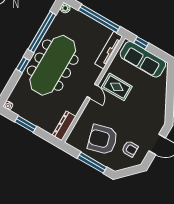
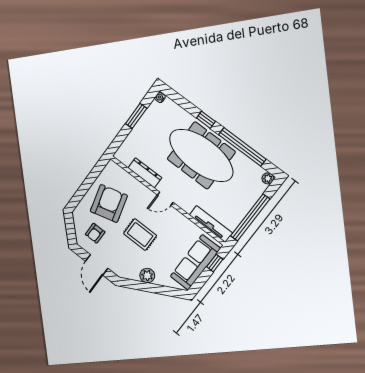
rug: (117, 87) -> (140, 235), moved, turned 90
plant: (160, 99) -> (147, 276), added
dresser: (64, 126) -> (145, 173), moved
window: (92, 163) -> (84, 188), removed

